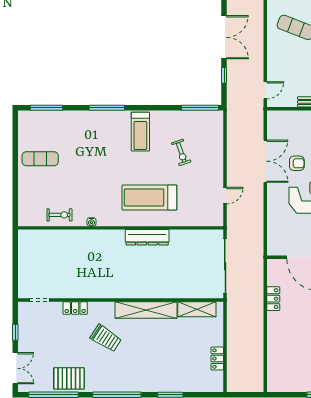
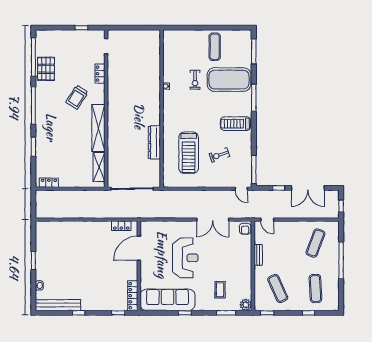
exercise mat: (83, 140) -> (229, 80), added
armchair: (297, 163) -> (245, 229), moved
door: (225, 196) -> (241, 189), moved
treadmill: (149, 198) -> (189, 153), moved, turned 180
exercise bike: (59, 215) -> (195, 80), moved
dresser: (147, 237) -> (154, 142), moved
locker: (273, 299) -> (121, 226), moved
locker: (217, 359) -> (49, 183), moved
double door: (15, 368) -> (54, 28), removed

